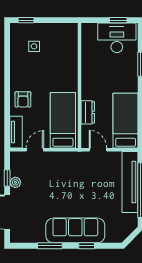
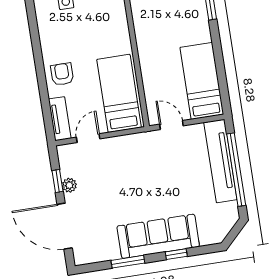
armchair: (23, 99) -> (62, 74), turned 180
dresser: (88, 112) -> (150, 78), removed

